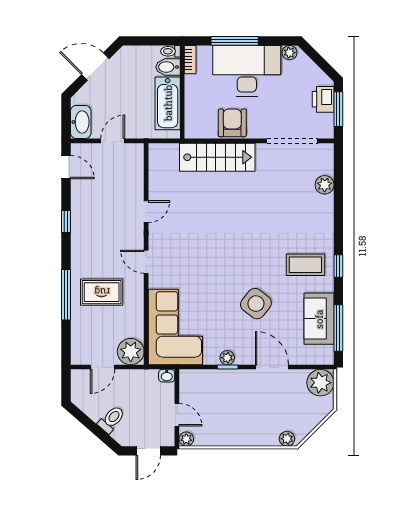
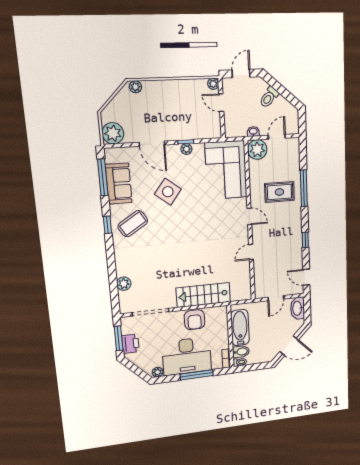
coffee table: (305, 265) -> (133, 224), turned -32
washbasin: (167, 376) -> (253, 132), moved

